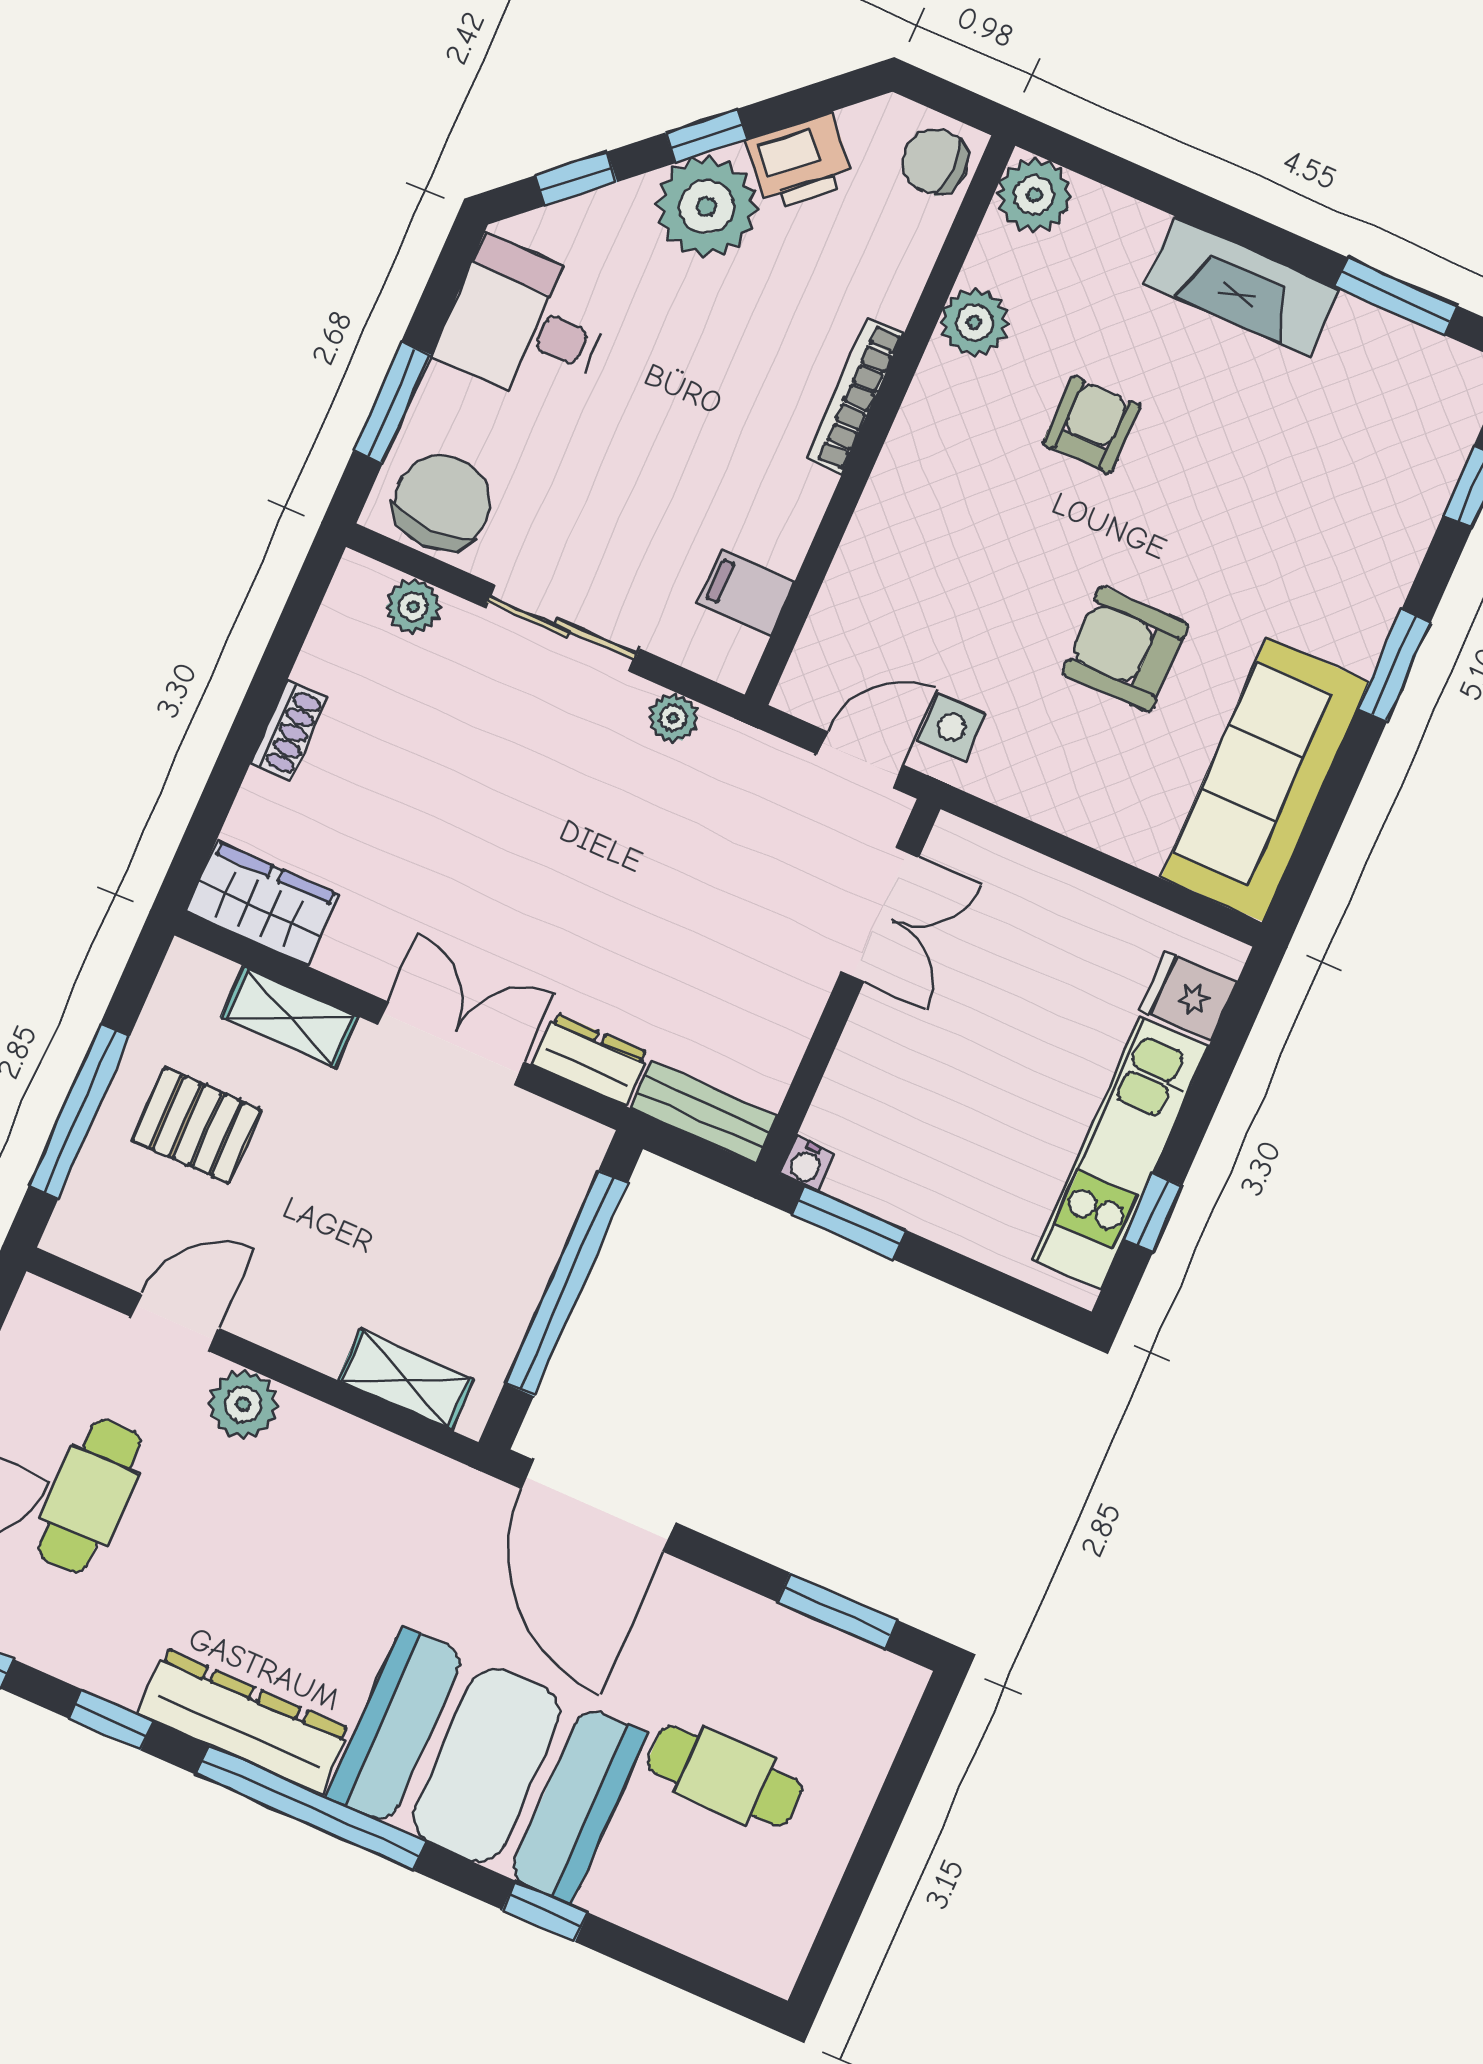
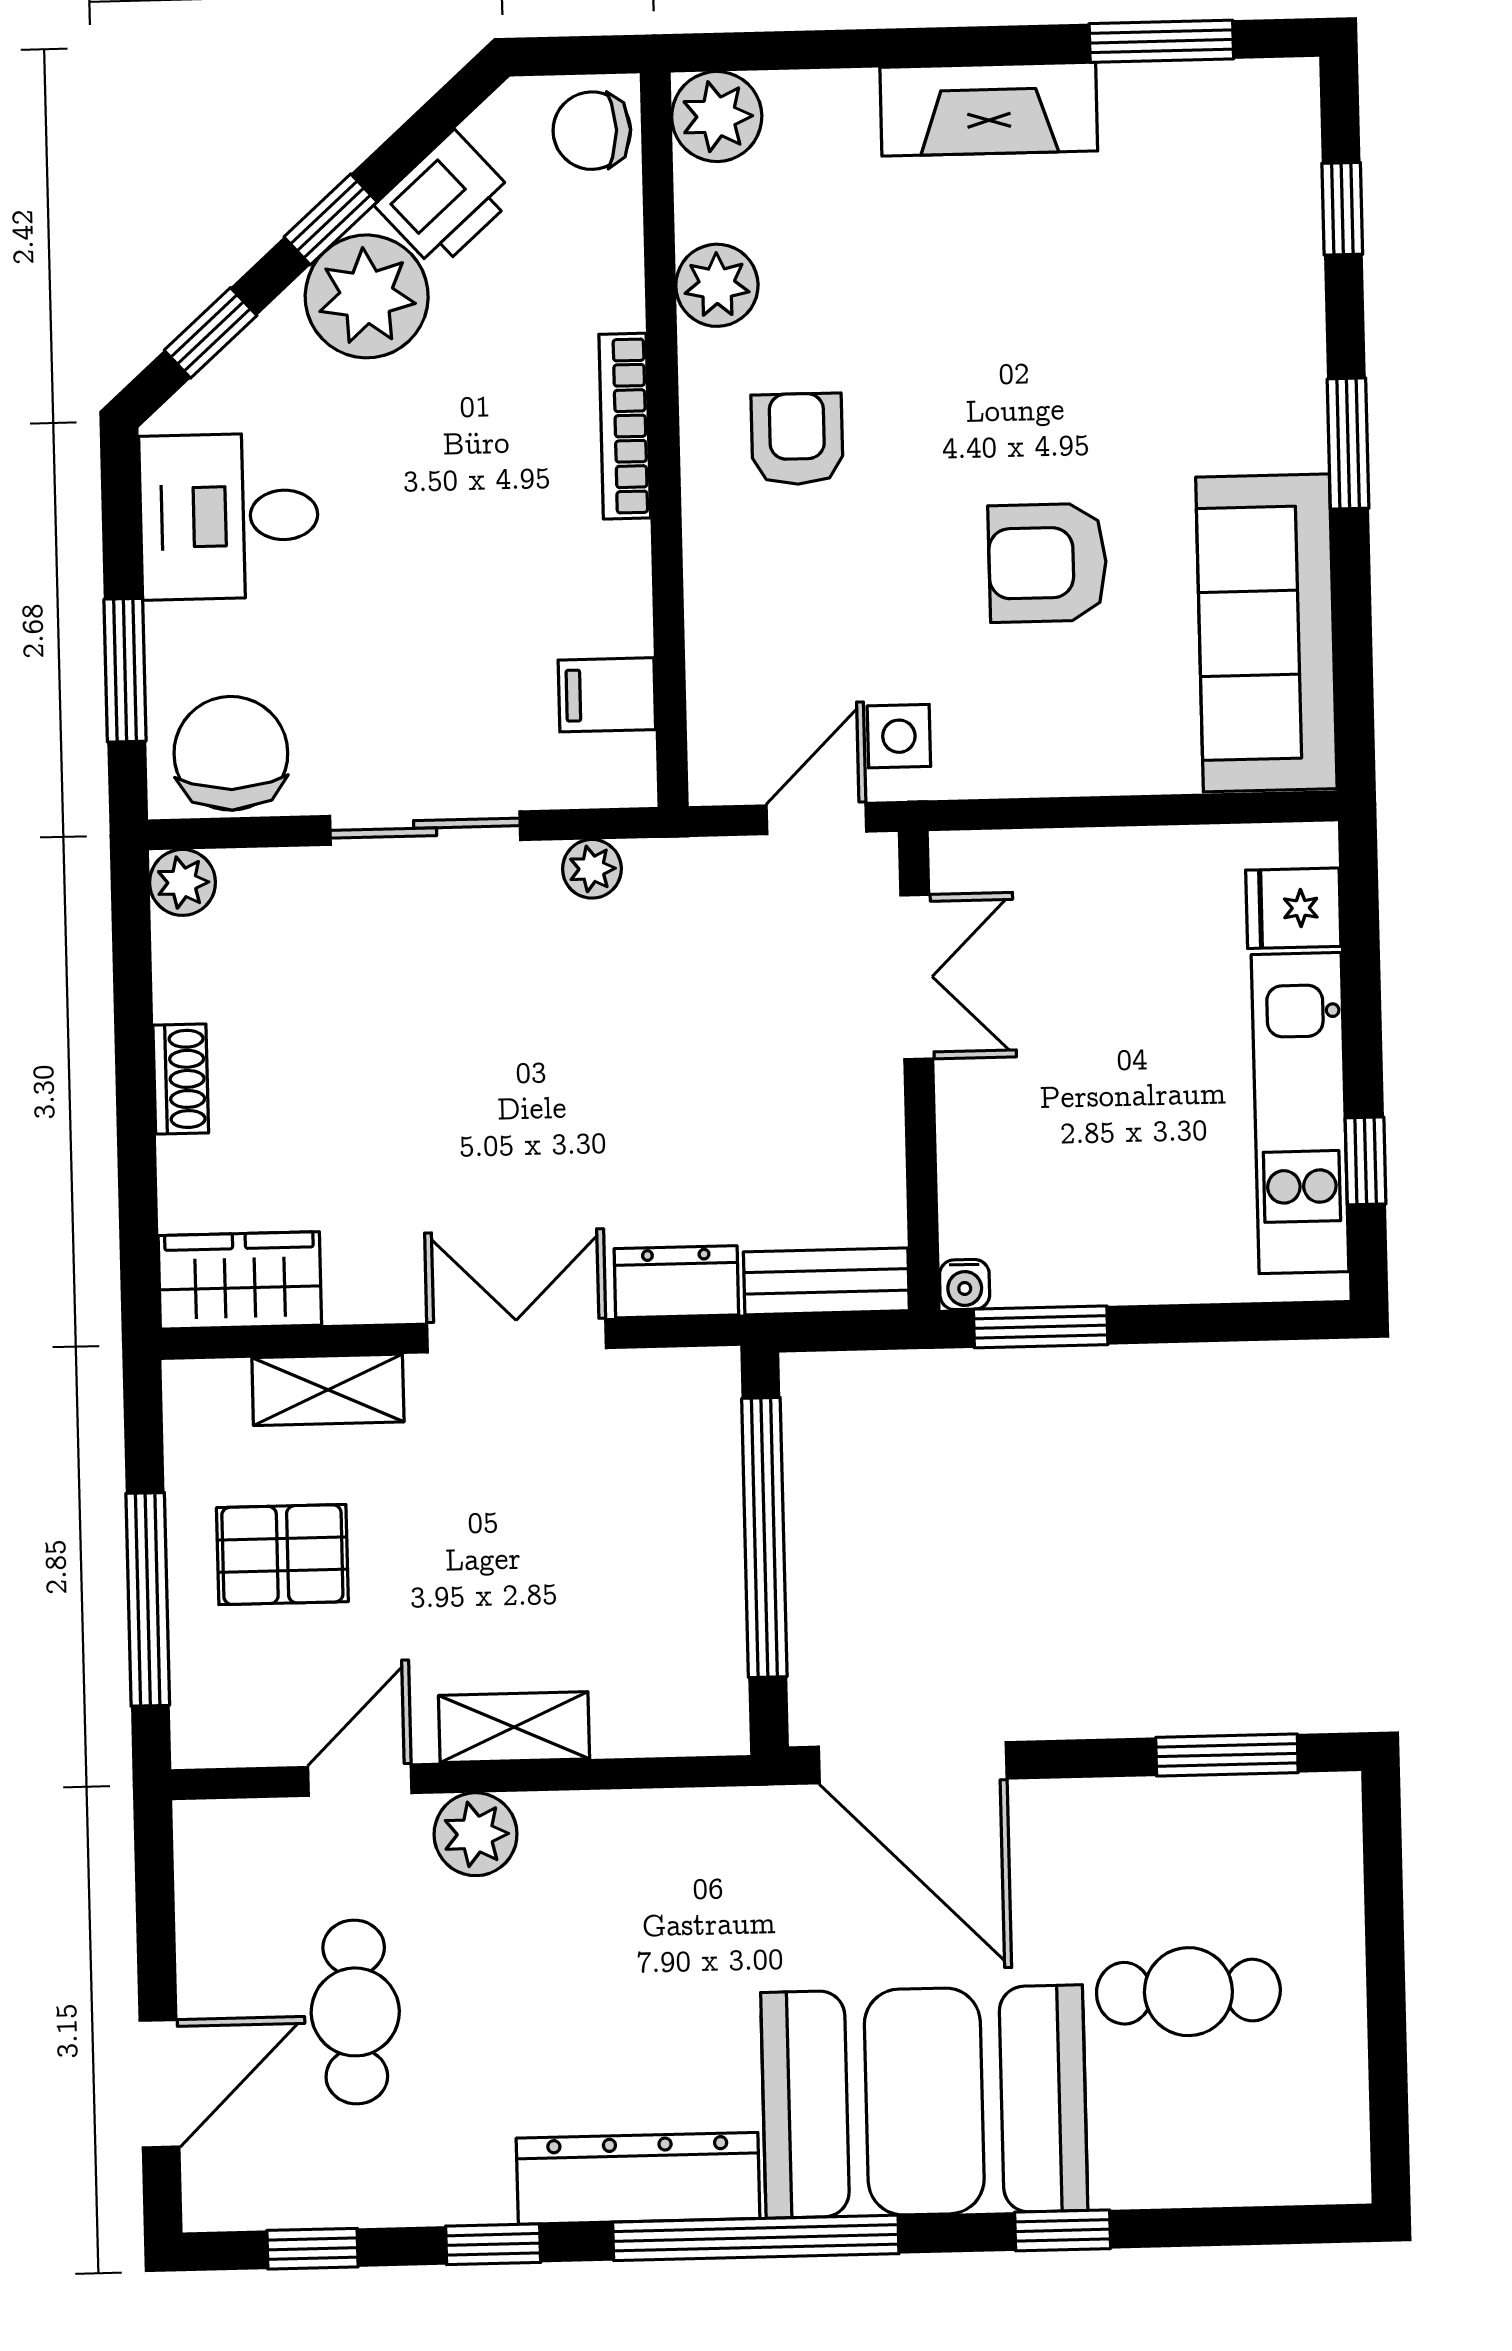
armchair: (1092, 425) -> (797, 439), moved
plant: (413, 607) -> (183, 882), moved
shelving: (406, 1380) -> (514, 1727), moved

